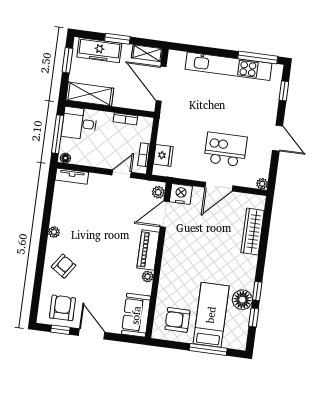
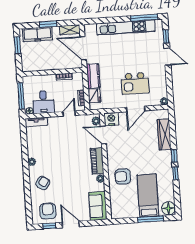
shelving: (90, 94) -> (37, 65), removed
desk: (79, 123) -> (43, 102), moved, turned -90
kitchen counter: (167, 127) -> (93, 76), added
door: (278, 138) -> (167, 57), moved
kitchen island: (226, 149) -> (135, 83), turned 180
door: (165, 214) -> (103, 135), hinge flipped
floor lamp: (242, 300) -> (169, 208), moved
window: (254, 317) -> (174, 156), moved
armchair: (177, 320) -> (123, 176), moved

